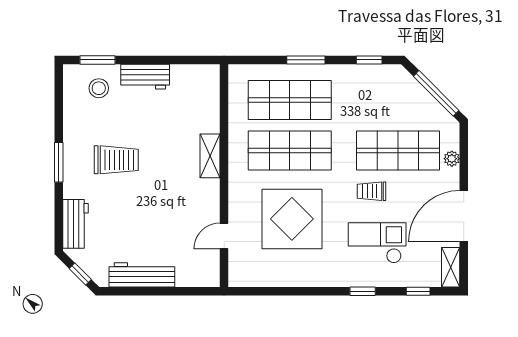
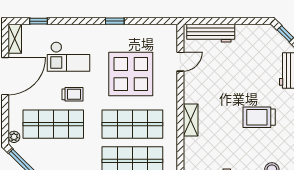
plant: (452, 159) -> (14, 137), moved
workbench: (142, 275) -> (211, 33), moved
window: (363, 291) -> (115, 21), moved

